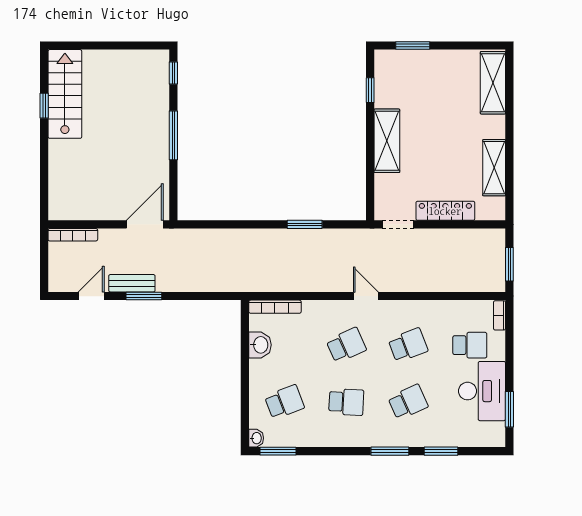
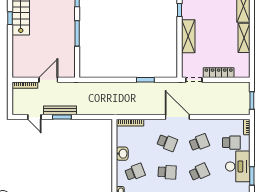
shelving: (494, 168) -> (244, 38), moved
door: (145, 224) -> (48, 80), moved
bench: (132, 283) -> (60, 110), width x1.36
door: (91, 296) -> (34, 117), swing flipped
door: (366, 296) -> (177, 117), width x1.87
washbasin: (260, 345) -> (122, 154), moved
school desk: (346, 345) -> (167, 143), turned 45

